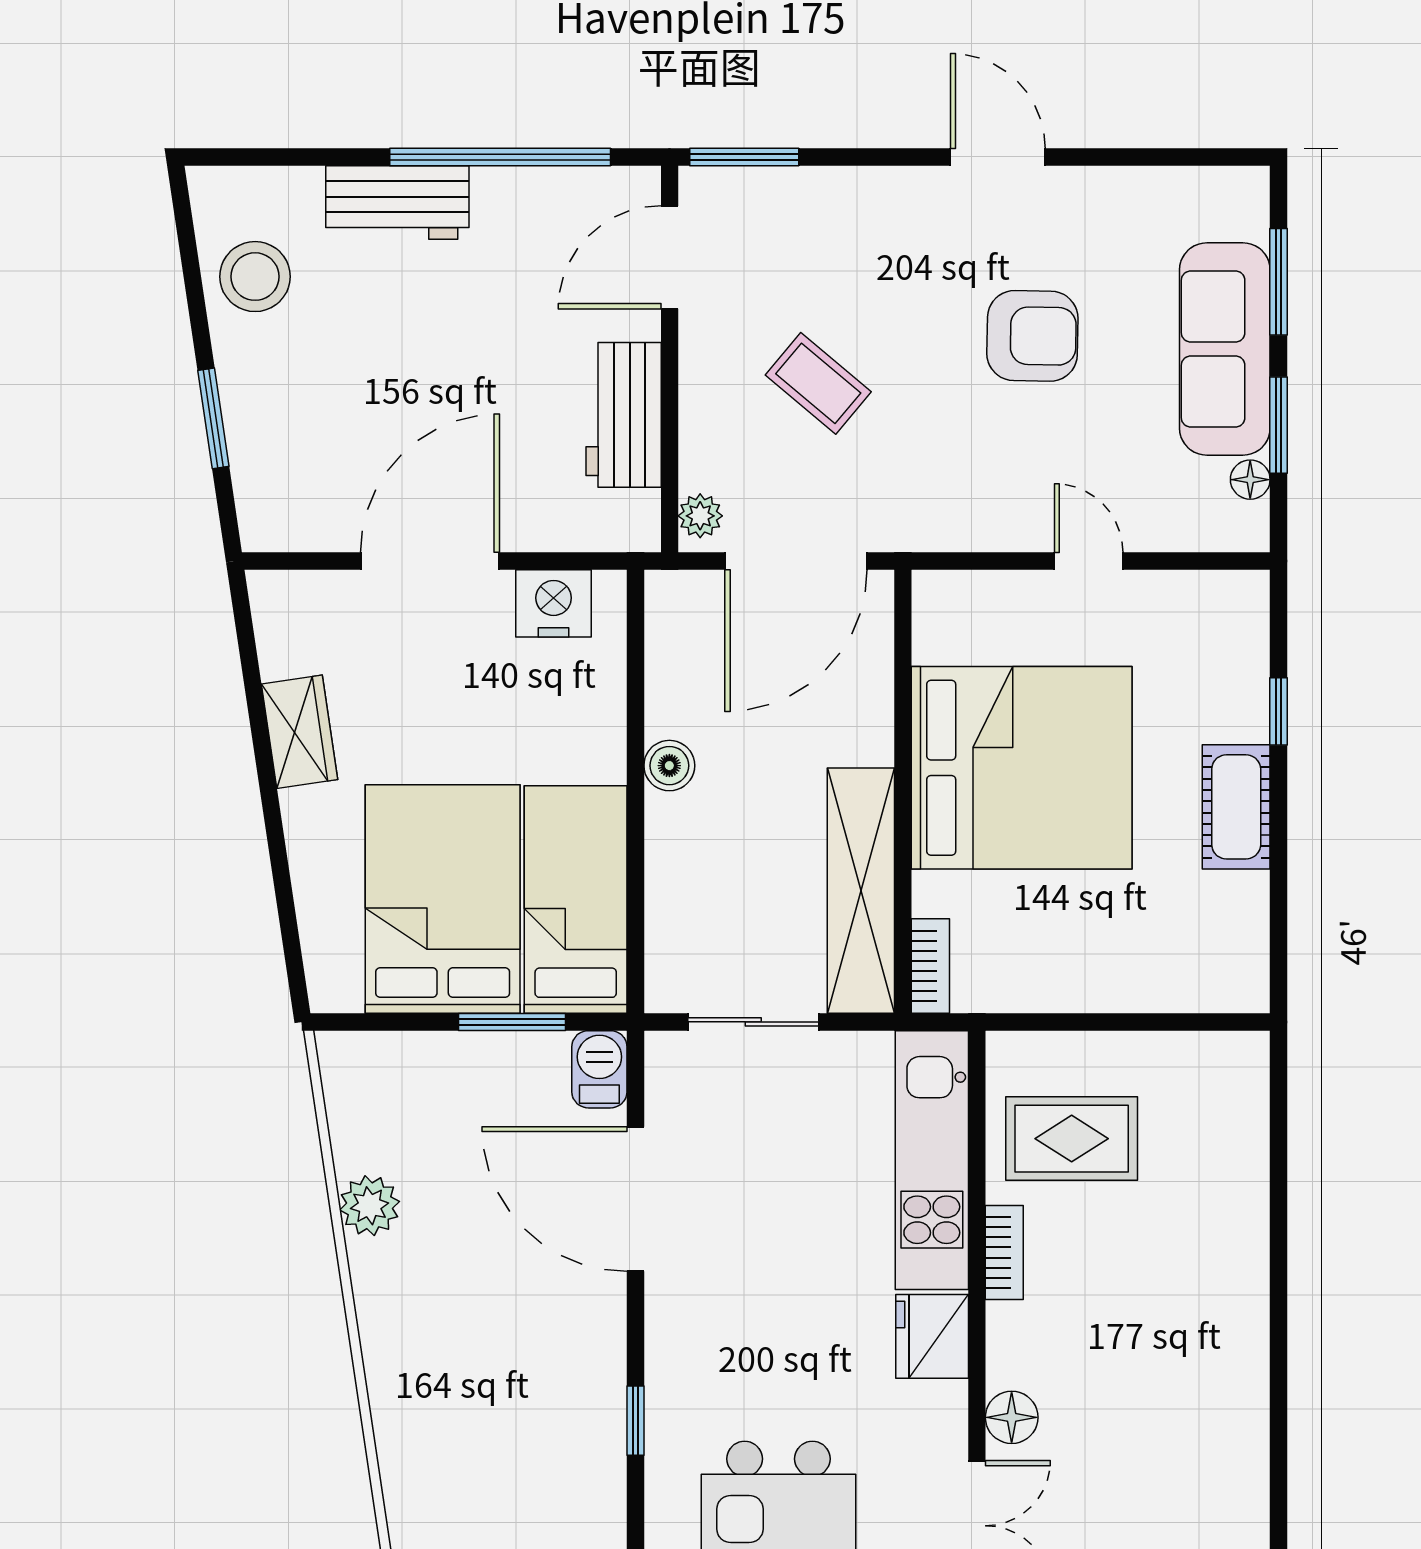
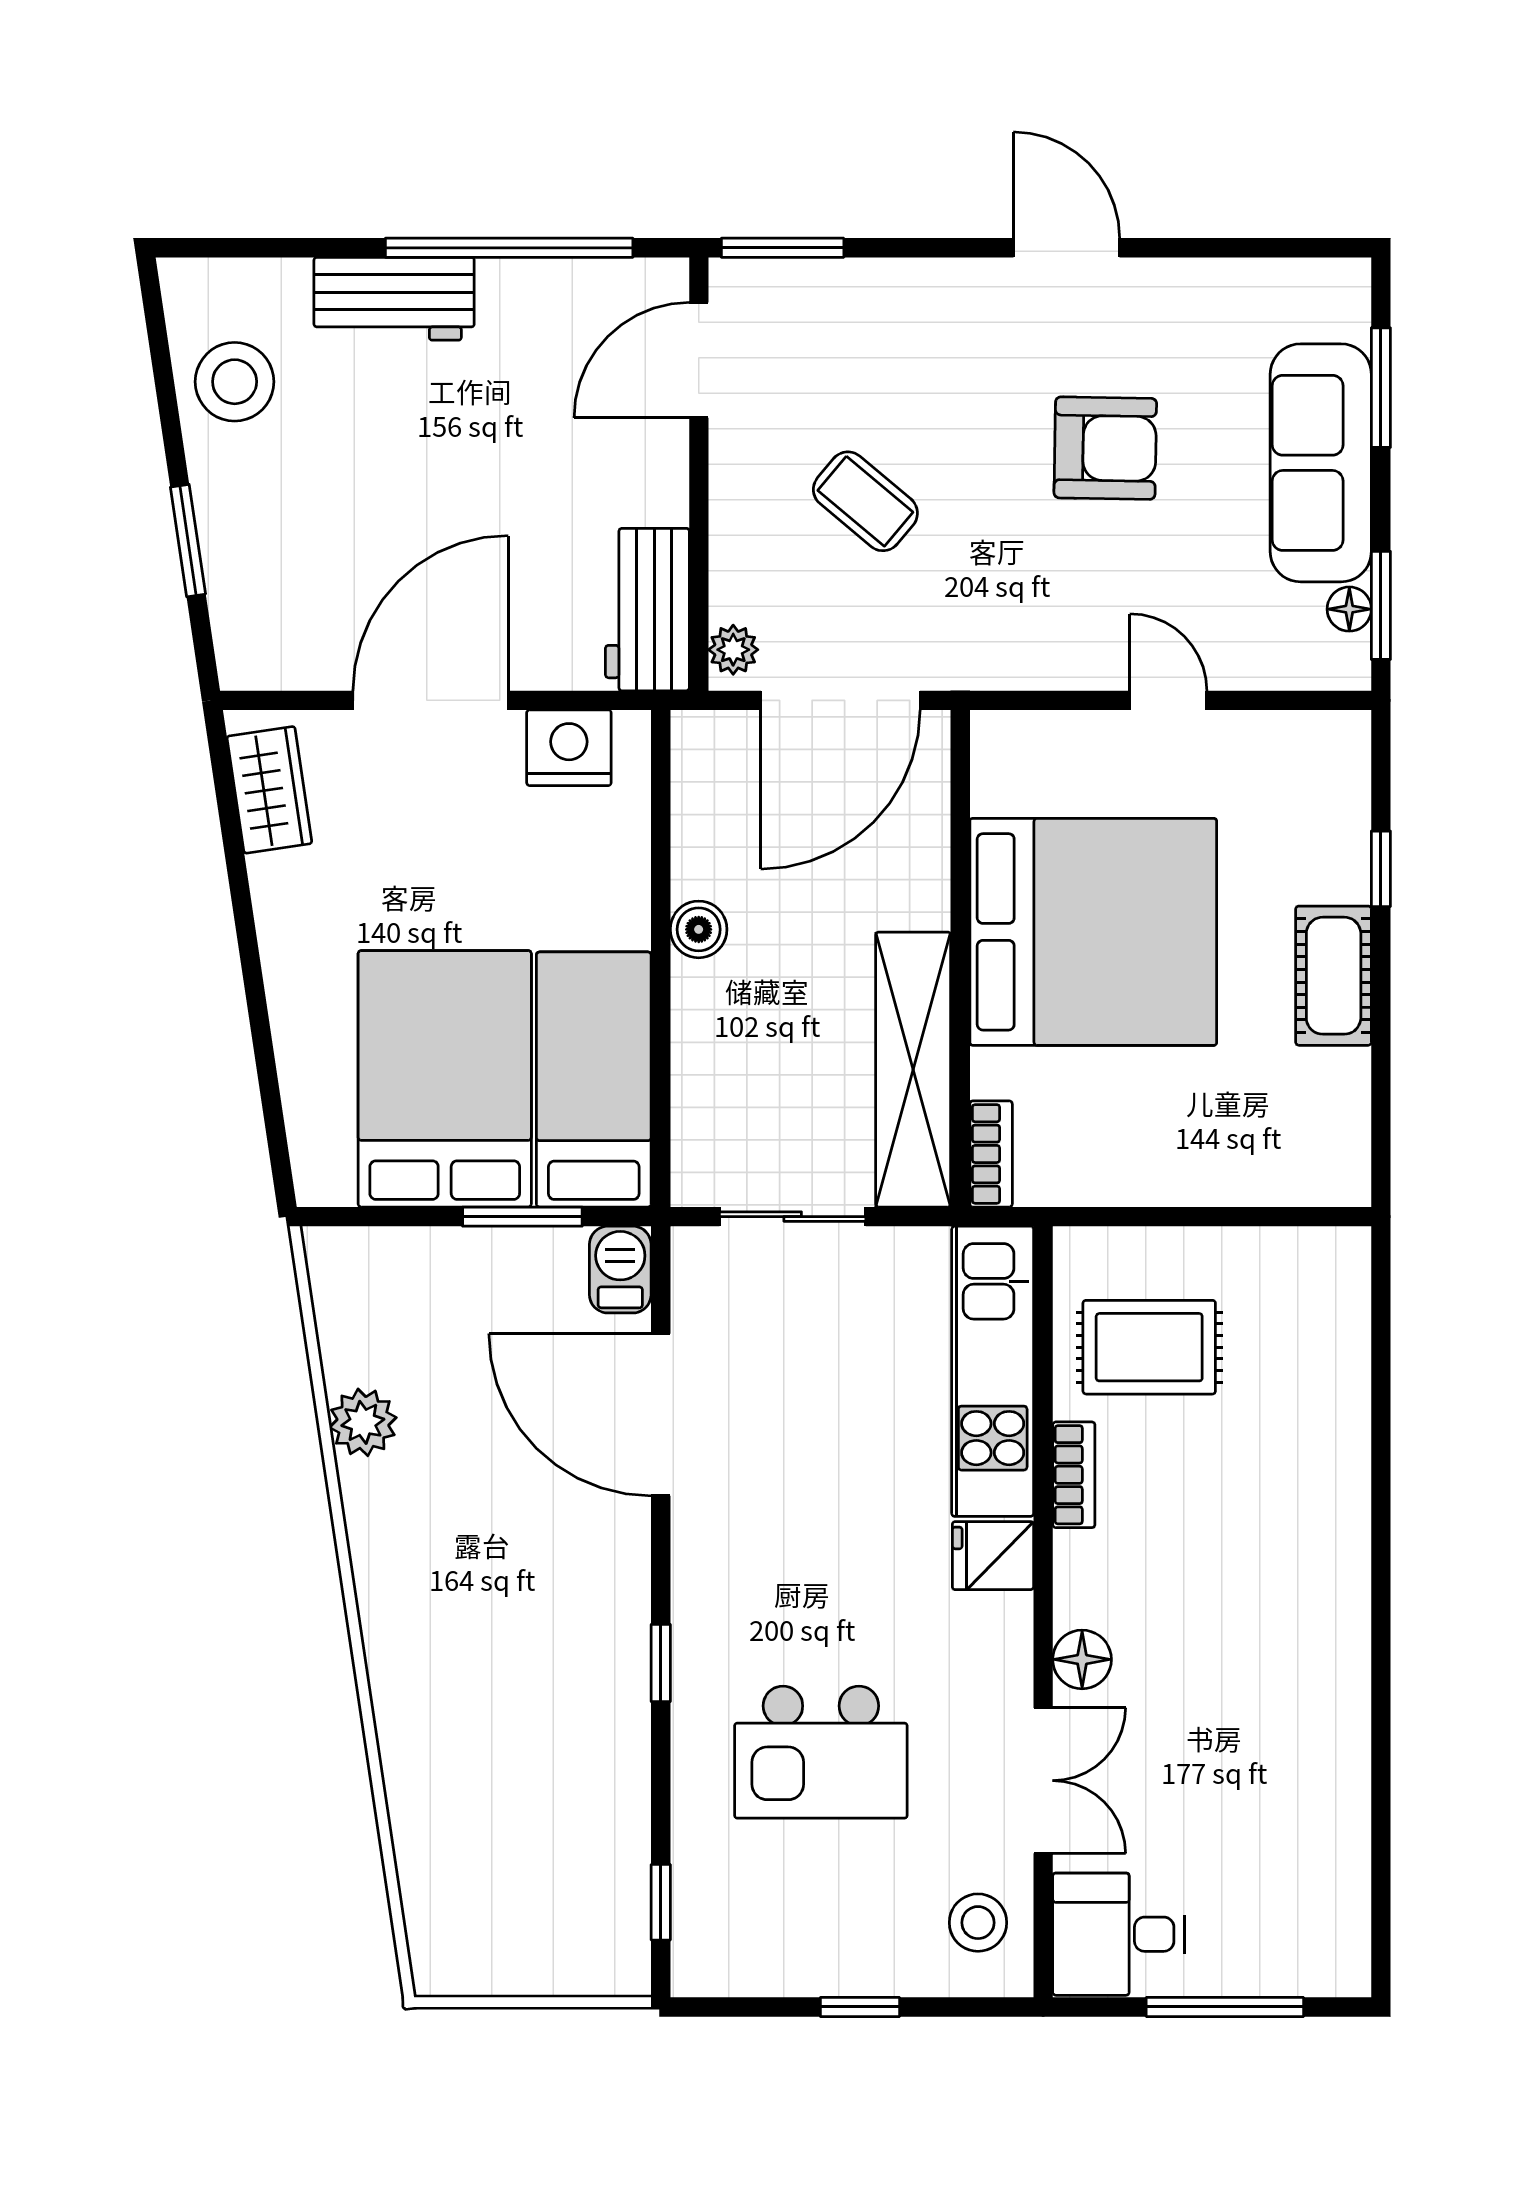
workbench: (624, 415) -> (647, 610), moved
window: (1279, 425) -> (1381, 605), moved
wardrobe: (300, 732) -> (269, 790), moved
fridge: (932, 1336) -> (993, 1556), width x0.72

